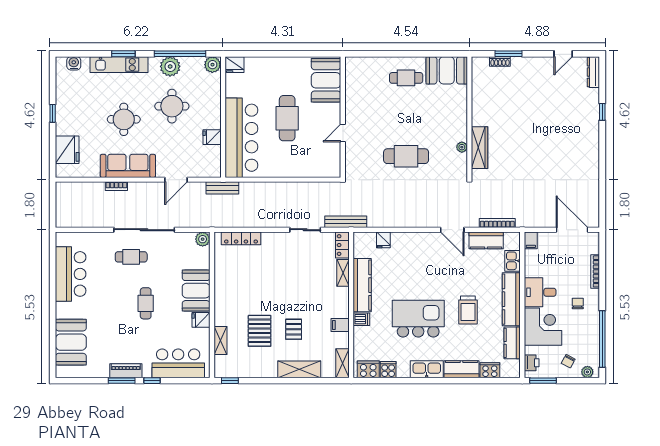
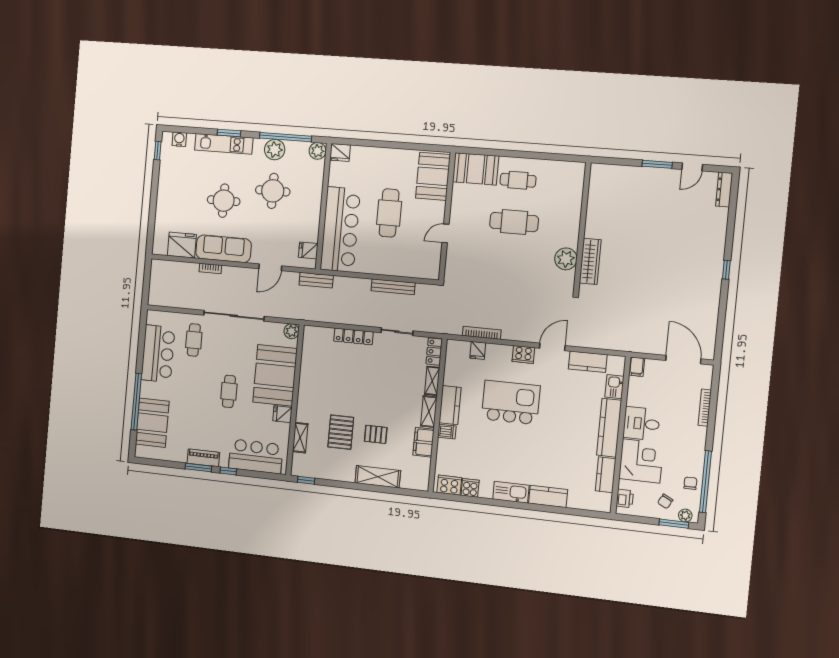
window: (508, 54) -> (657, 164), moved
shoe rack: (500, 61) -> (621, 170), removed
booth: (447, 70) -> (476, 169), moved
window: (602, 112) -> (726, 270), moved
window: (53, 113) -> (158, 151), moved
fridge: (212, 137) -> (308, 250), moved
plant: (462, 147) -> (566, 259), width x1.88, depth x1.88
fridge: (67, 150) -> (182, 245), moved, turned -90
cafe table: (406, 156) -> (514, 222), moved
bench: (346, 222) -> (393, 287), moved
bookcase: (497, 223) -> (482, 333), moved
door: (452, 230) -> (552, 347), swing flipped
locker: (241, 238) -> (353, 336), moved
cafe table: (131, 257) -> (194, 340), moved, turned 90
kitchen counter: (362, 285) -> (450, 405), width x0.67
booth: (196, 291) -> (275, 375), width x1.36, depth x1.42
chair: (578, 303) -> (690, 483), moved
trolley: (468, 310) -> (561, 434), removed
kitchen island: (418, 319) -> (511, 402), moved
window: (53, 323) -> (136, 402), added
filing cabinet: (340, 325) -> (424, 442), width x2.00
pallet: (294, 329) -> (376, 434), turned 90
shelving: (342, 363) -> (429, 411), moved
cooker: (490, 370) -> (523, 354), moved, turned 180
window: (543, 381) -> (674, 524), moved

